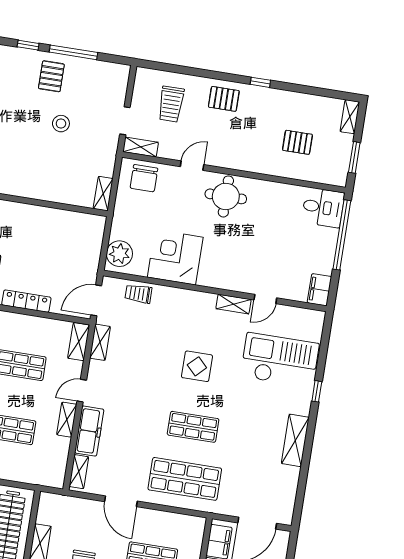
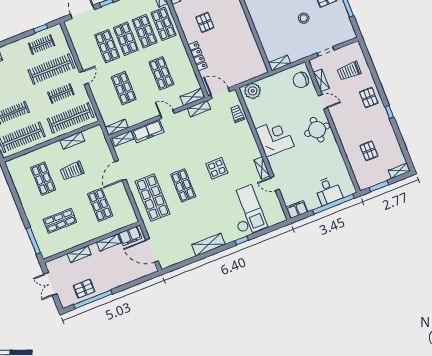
shelving: (141, 147) -> (321, 80), moved
desk: (323, 208) -> (328, 191), moved
corner desk: (175, 257) -> (275, 138), moved
shelving: (67, 420) -> (117, 127), moved

